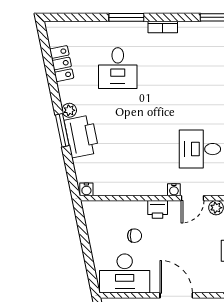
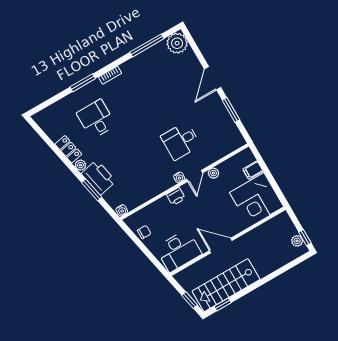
locker: (62, 64) -> (68, 149), moved
desk: (118, 68) -> (96, 119), turned 180
window: (62, 130) -> (92, 190), moved
chair: (135, 236) -> (144, 232), moved

